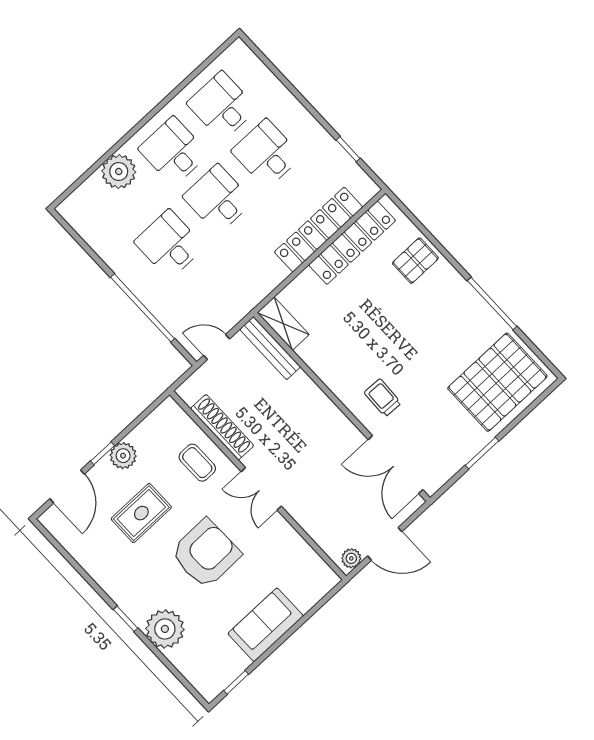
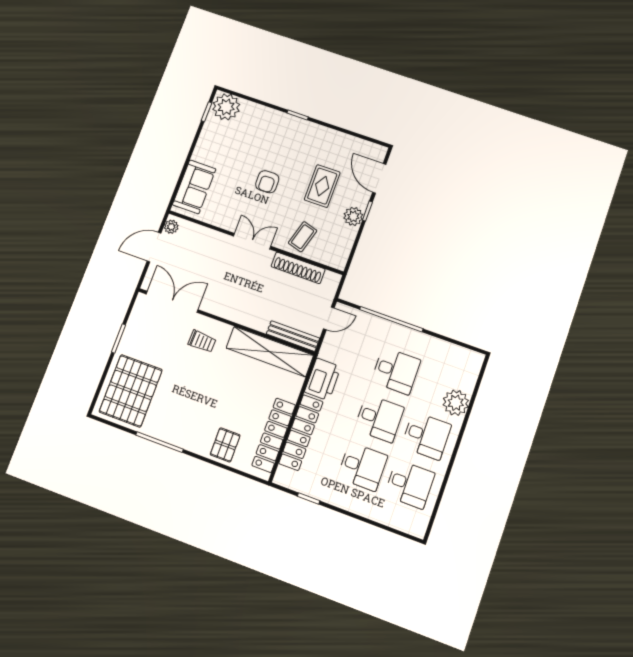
printer: (261, 278) -> (323, 379), added
shelving: (283, 324) -> (270, 352), width x2.20, depth x1.33
coffee table: (197, 463) -> (303, 237), turned -74
armchair: (206, 554) -> (267, 182), width x0.53, depth x0.53
sofa: (266, 625) -> (194, 187), moved
plant: (165, 629) -> (226, 107), moved

